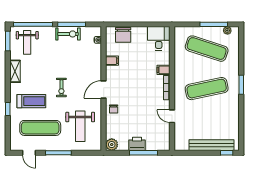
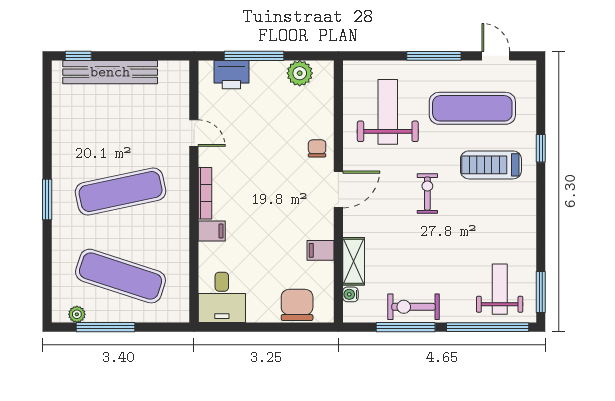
shelving: (15, 71) -> (354, 261), moved
printer: (137, 144) -> (231, 75), moved
plant: (112, 145) -> (300, 73), moved

